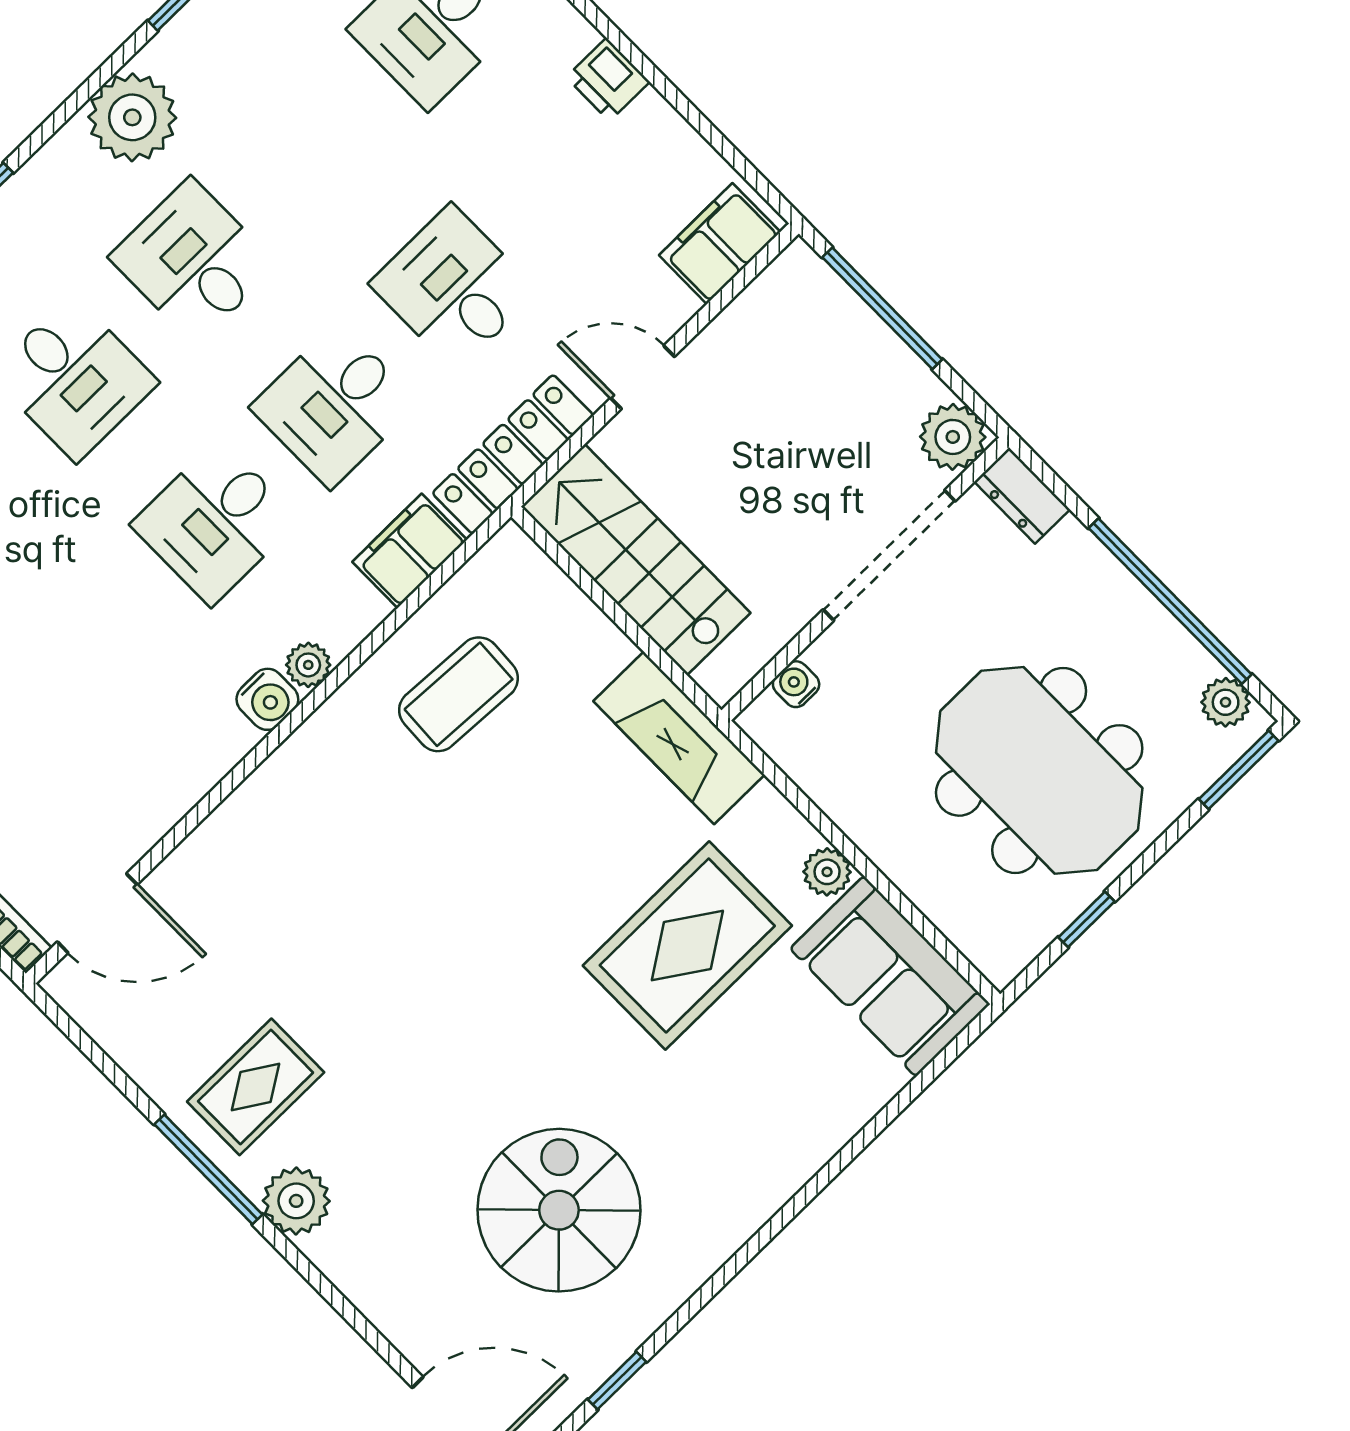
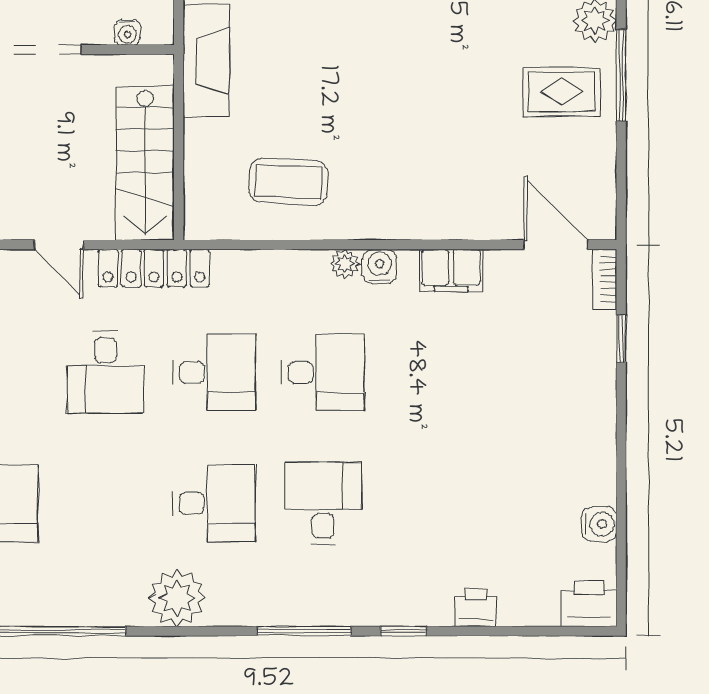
desk: (193, 261) -> (214, 503), turned -90
filing cabinet: (410, 551) -> (451, 270), moved

